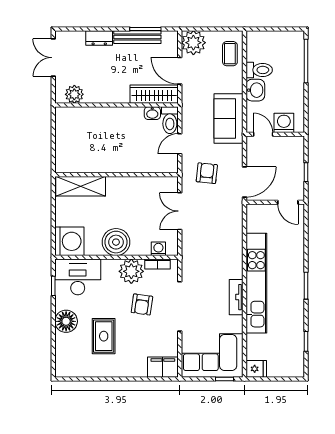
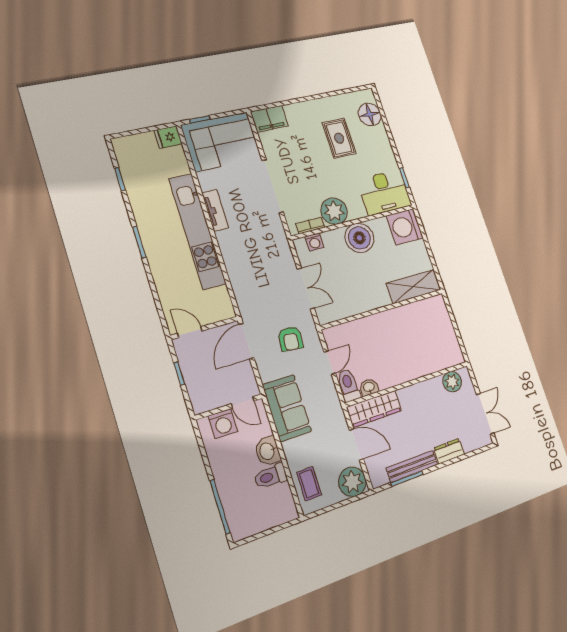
armchair: (142, 304) -> (312, 179), removed
floor lamp: (66, 321) -> (370, 114), moved

